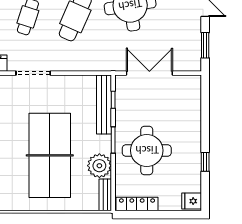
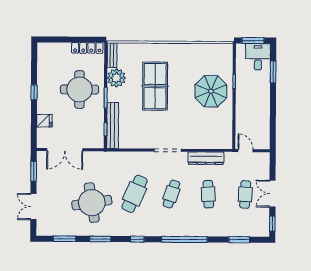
double door: (149, 73) -> (65, 150), moved
table tennis table: (50, 155) -> (155, 86), width x0.73, depth x0.76
window: (205, 162) -> (34, 92), moved
fridge: (192, 201) -> (44, 121), moved

